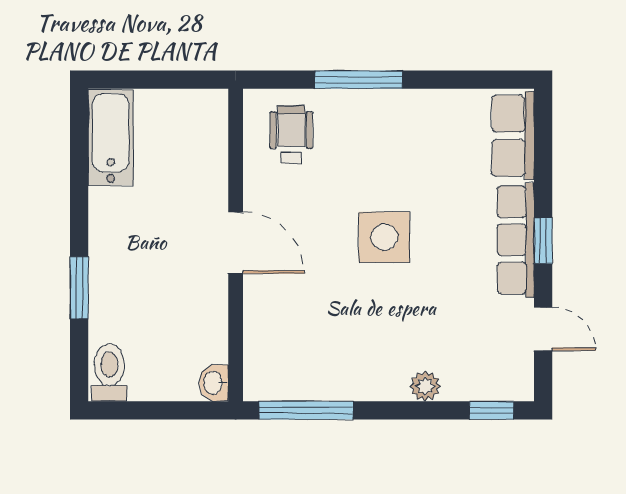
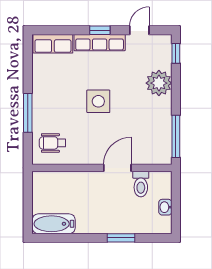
door: (236, 243) -> (117, 168), moved
toilet: (109, 372) -> (141, 184), moved, turned -90
washbasin: (214, 383) -> (165, 207), moved, turned 90
plant: (425, 386) -> (159, 83), width x1.87, depth x1.87

